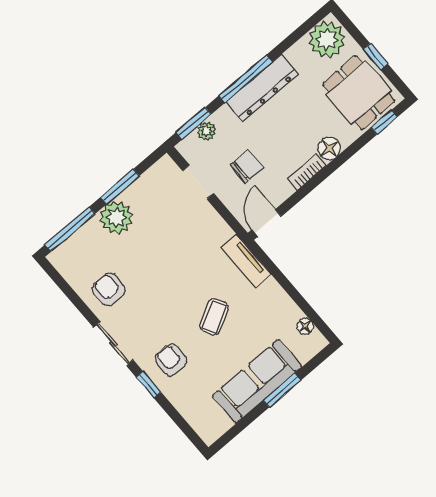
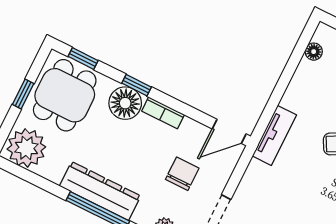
floor lamp: (329, 148) -> (125, 103), width x1.38, depth x1.38
window: (341, 159) -> (137, 85), added
chair: (247, 166) -> (182, 174), turned 90

